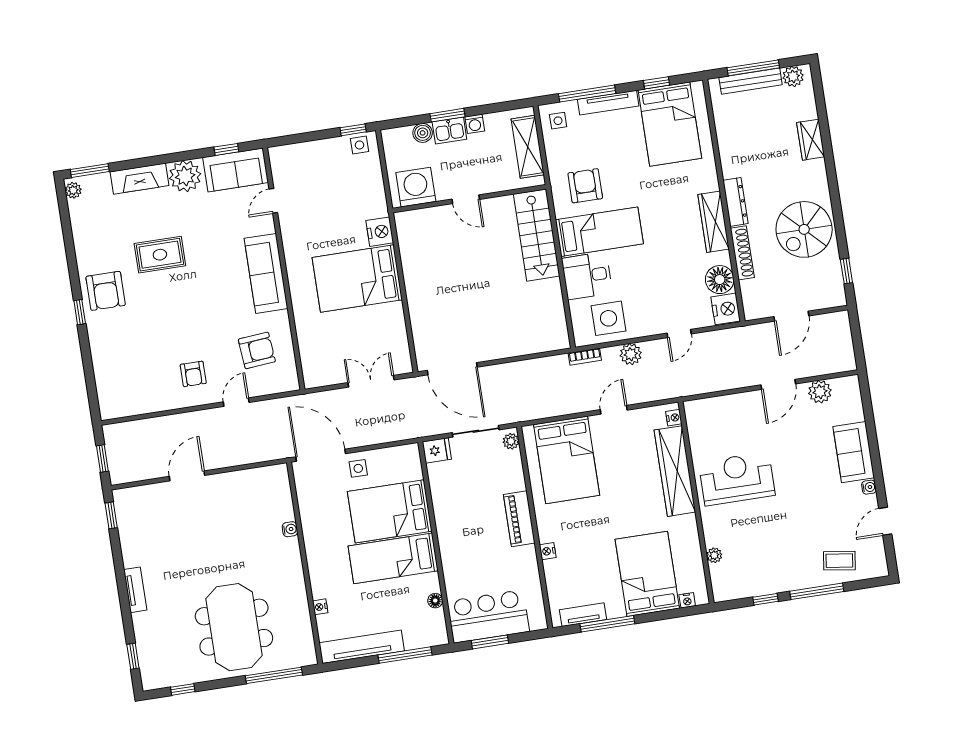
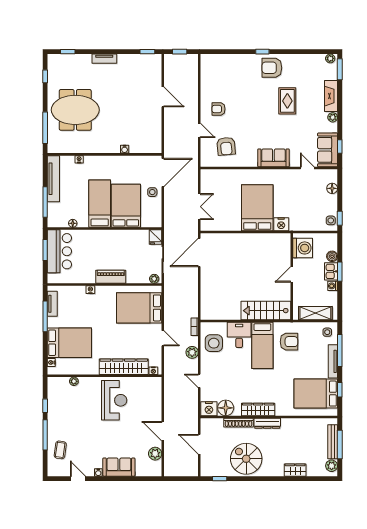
floor lamp: (302, 151) -> (332, 188), added
plant: (185, 176) -> (333, 117), width x0.53, depth x0.53
sofa: (266, 273) -> (273, 158), width x0.73

